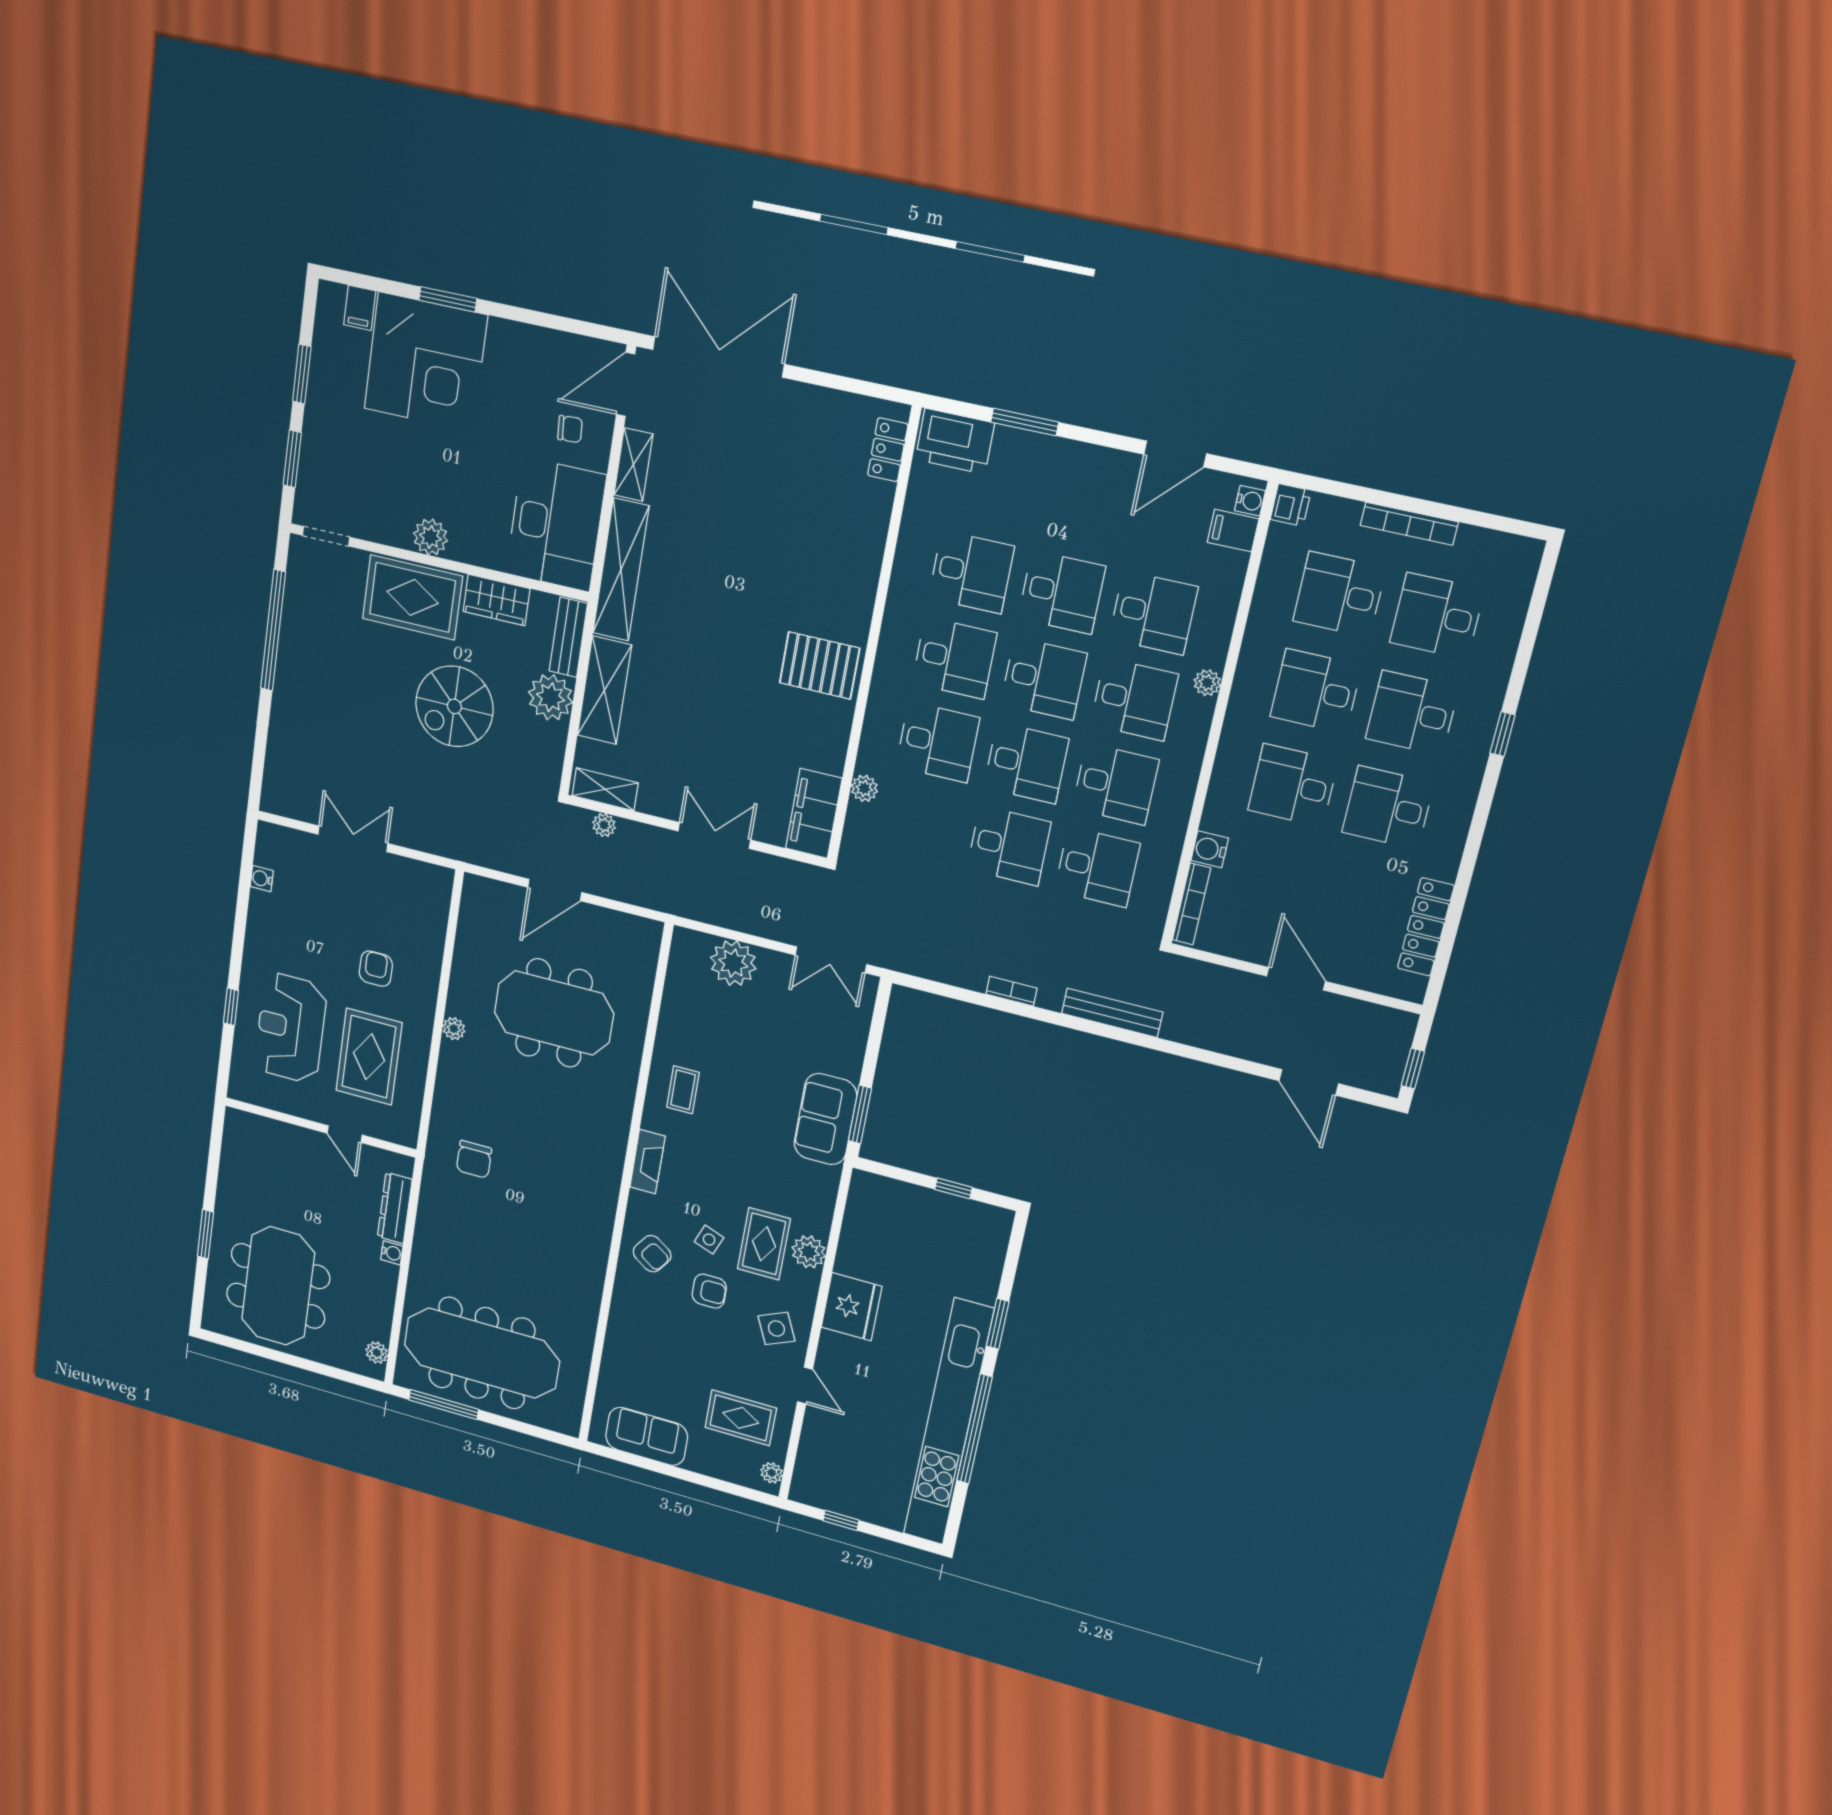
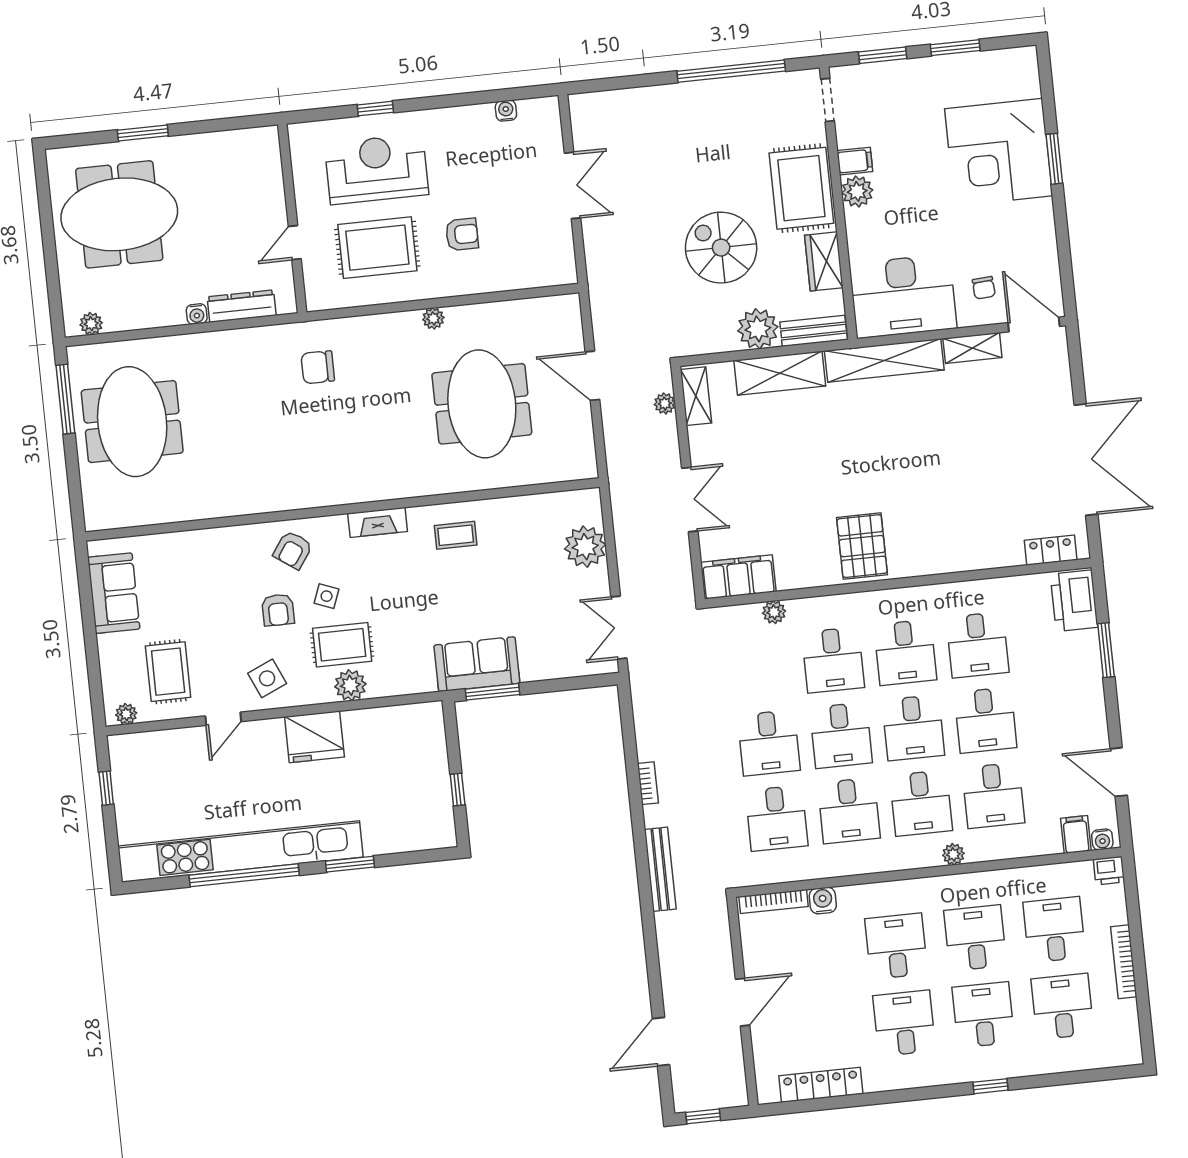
filing cabinet: (360, 308) -> (855, 161), moved, turned 180
double door: (718, 357) -> (1086, 460), moved
meeting table: (482, 1353) -> (132, 422), width x0.73

